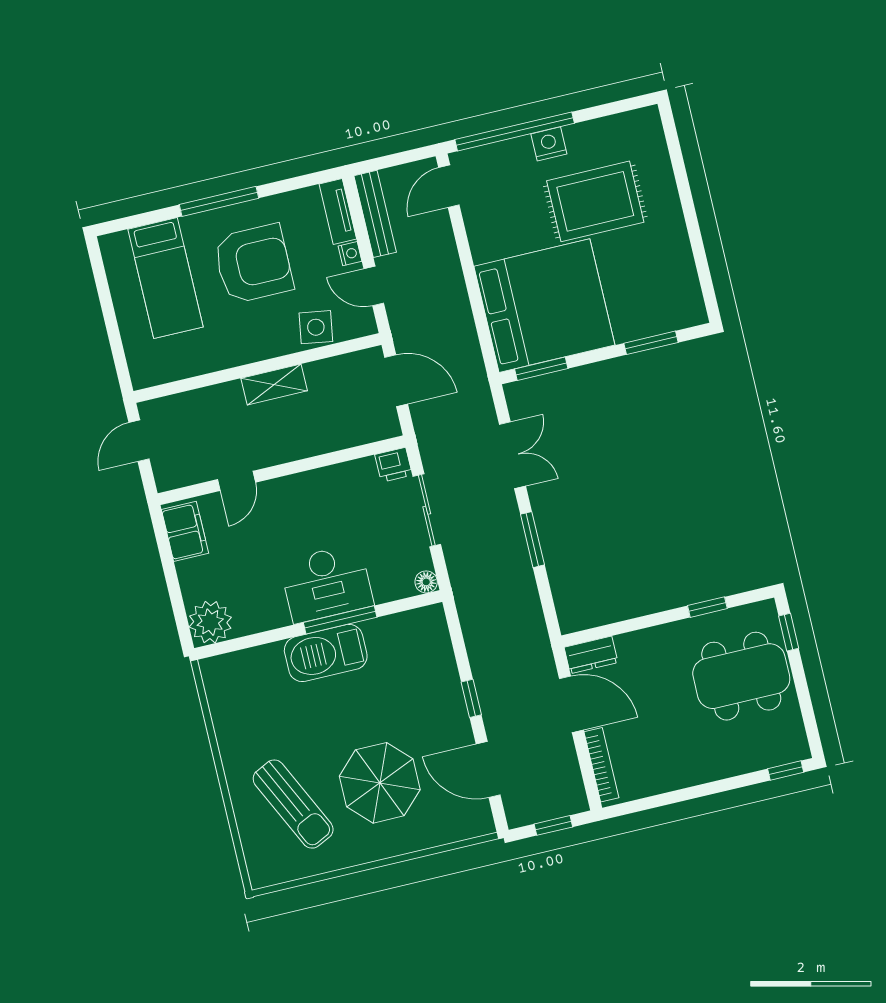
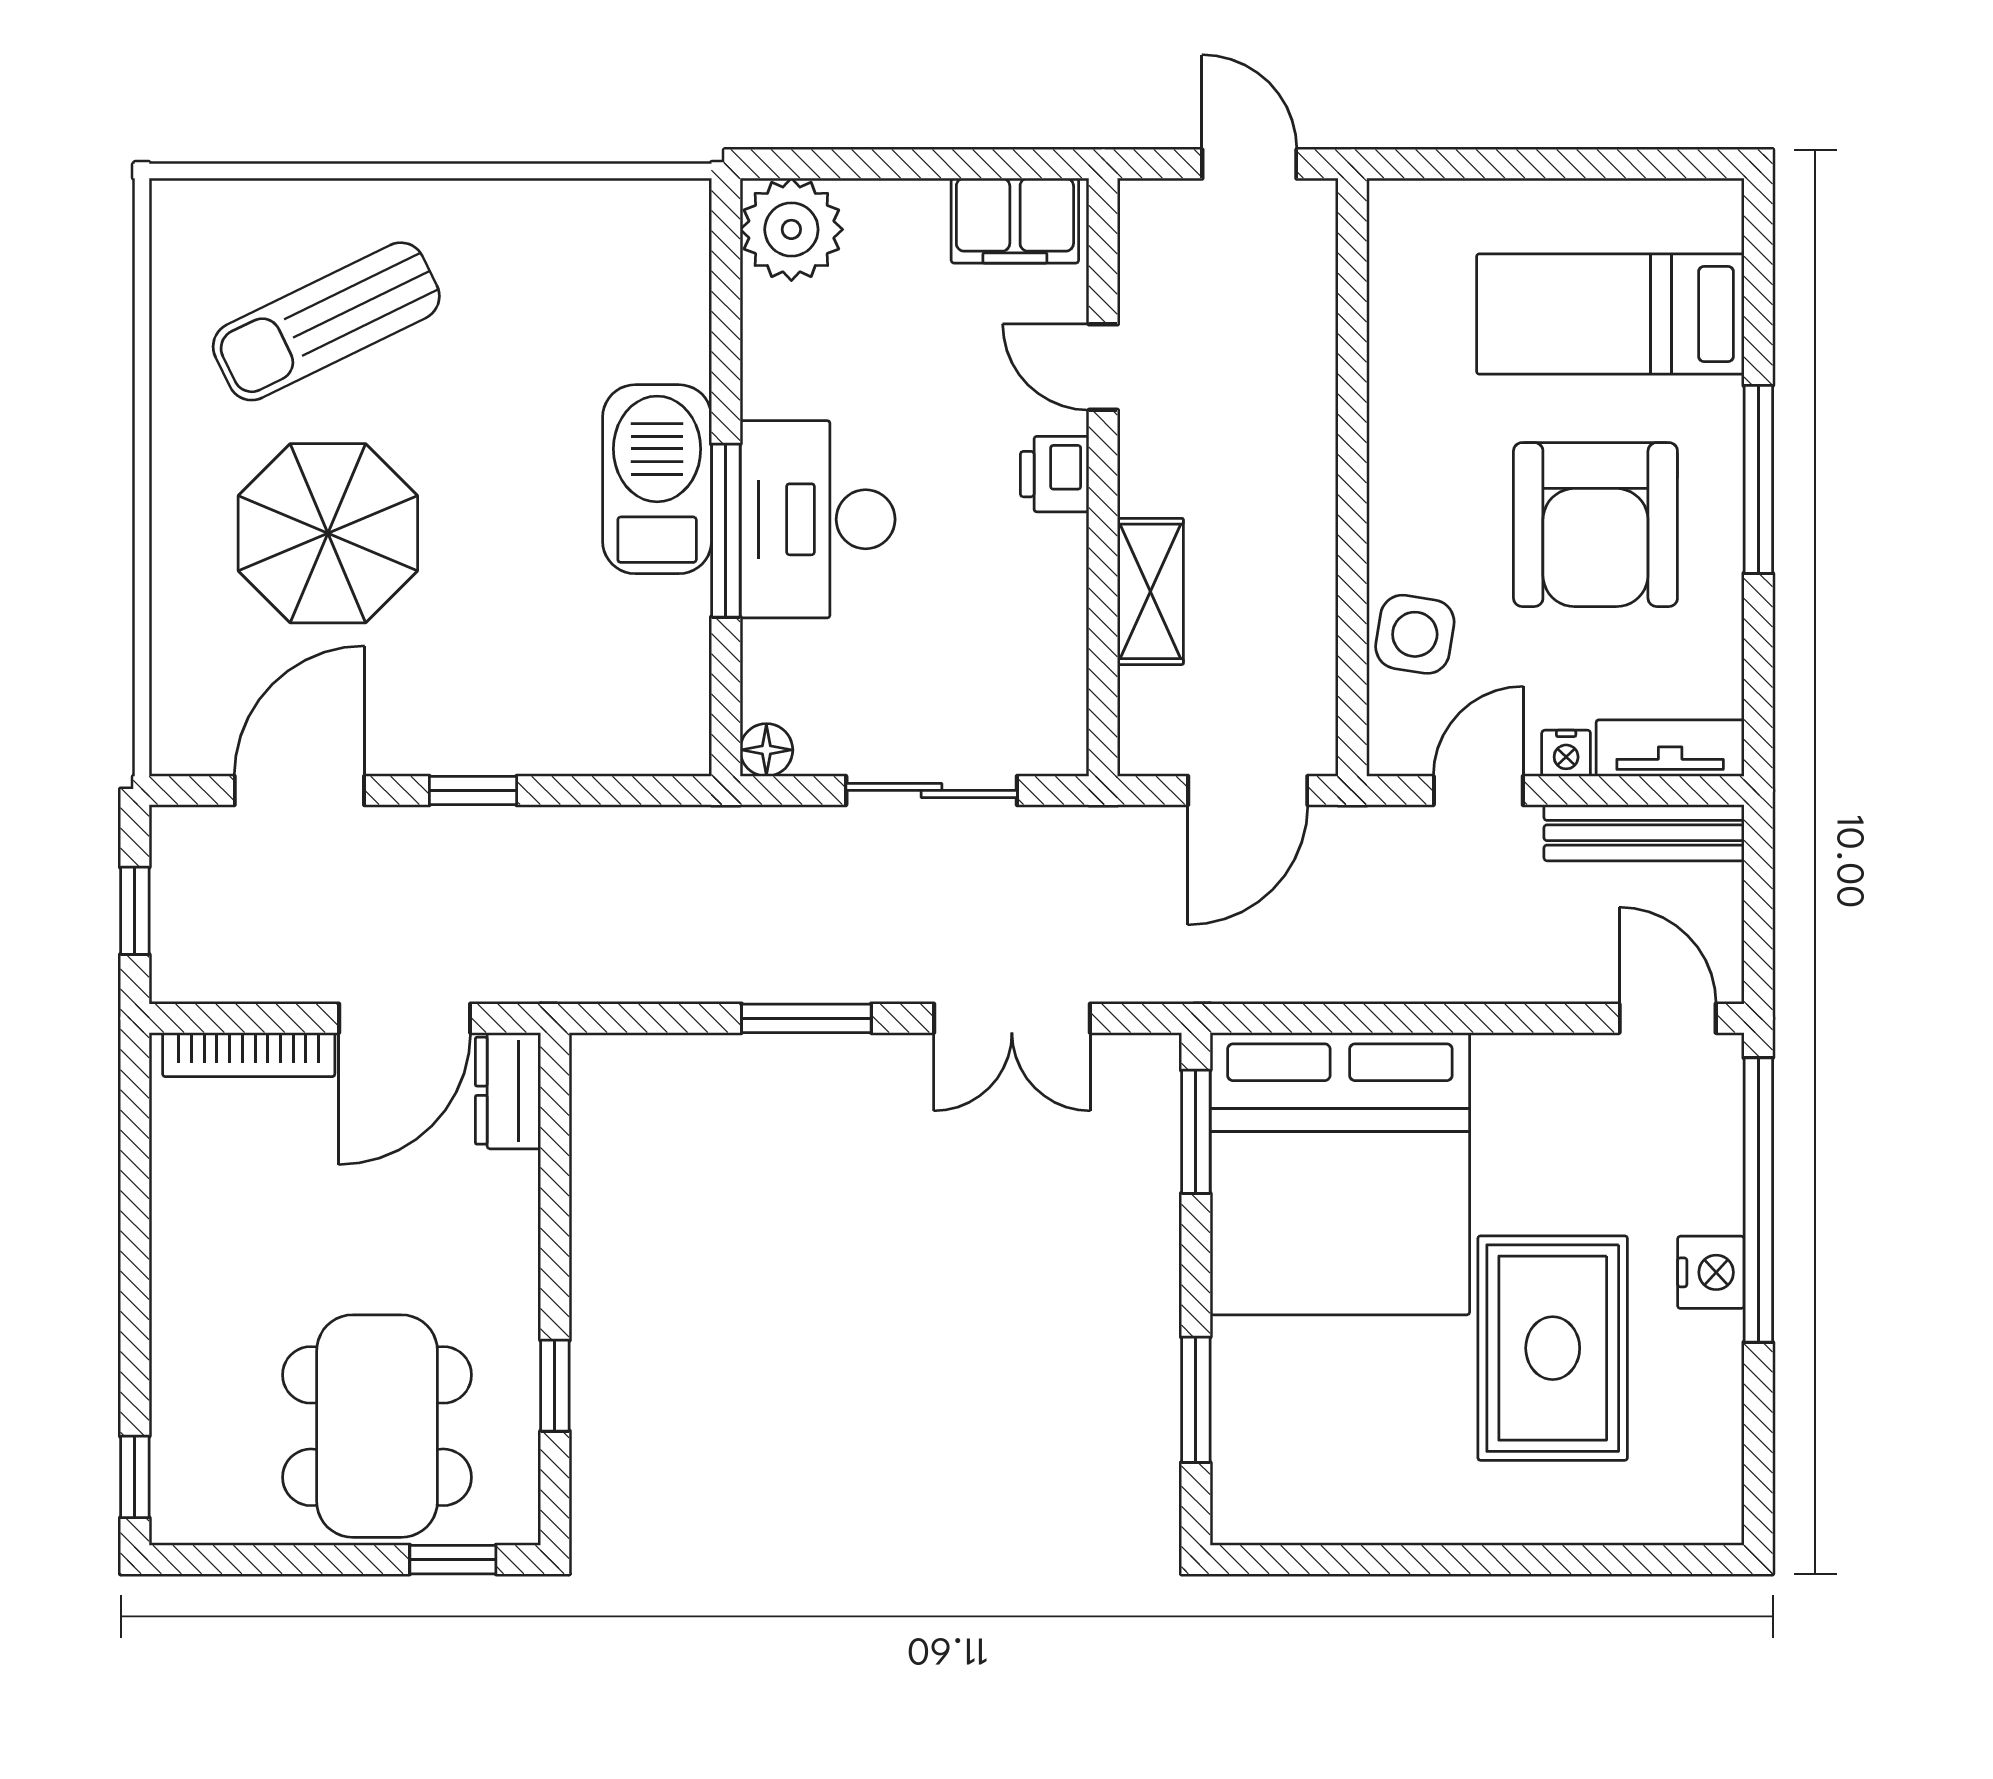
shelving: (274, 384) -> (1150, 591), moved
printer: (394, 465) -> (1055, 474), moved

